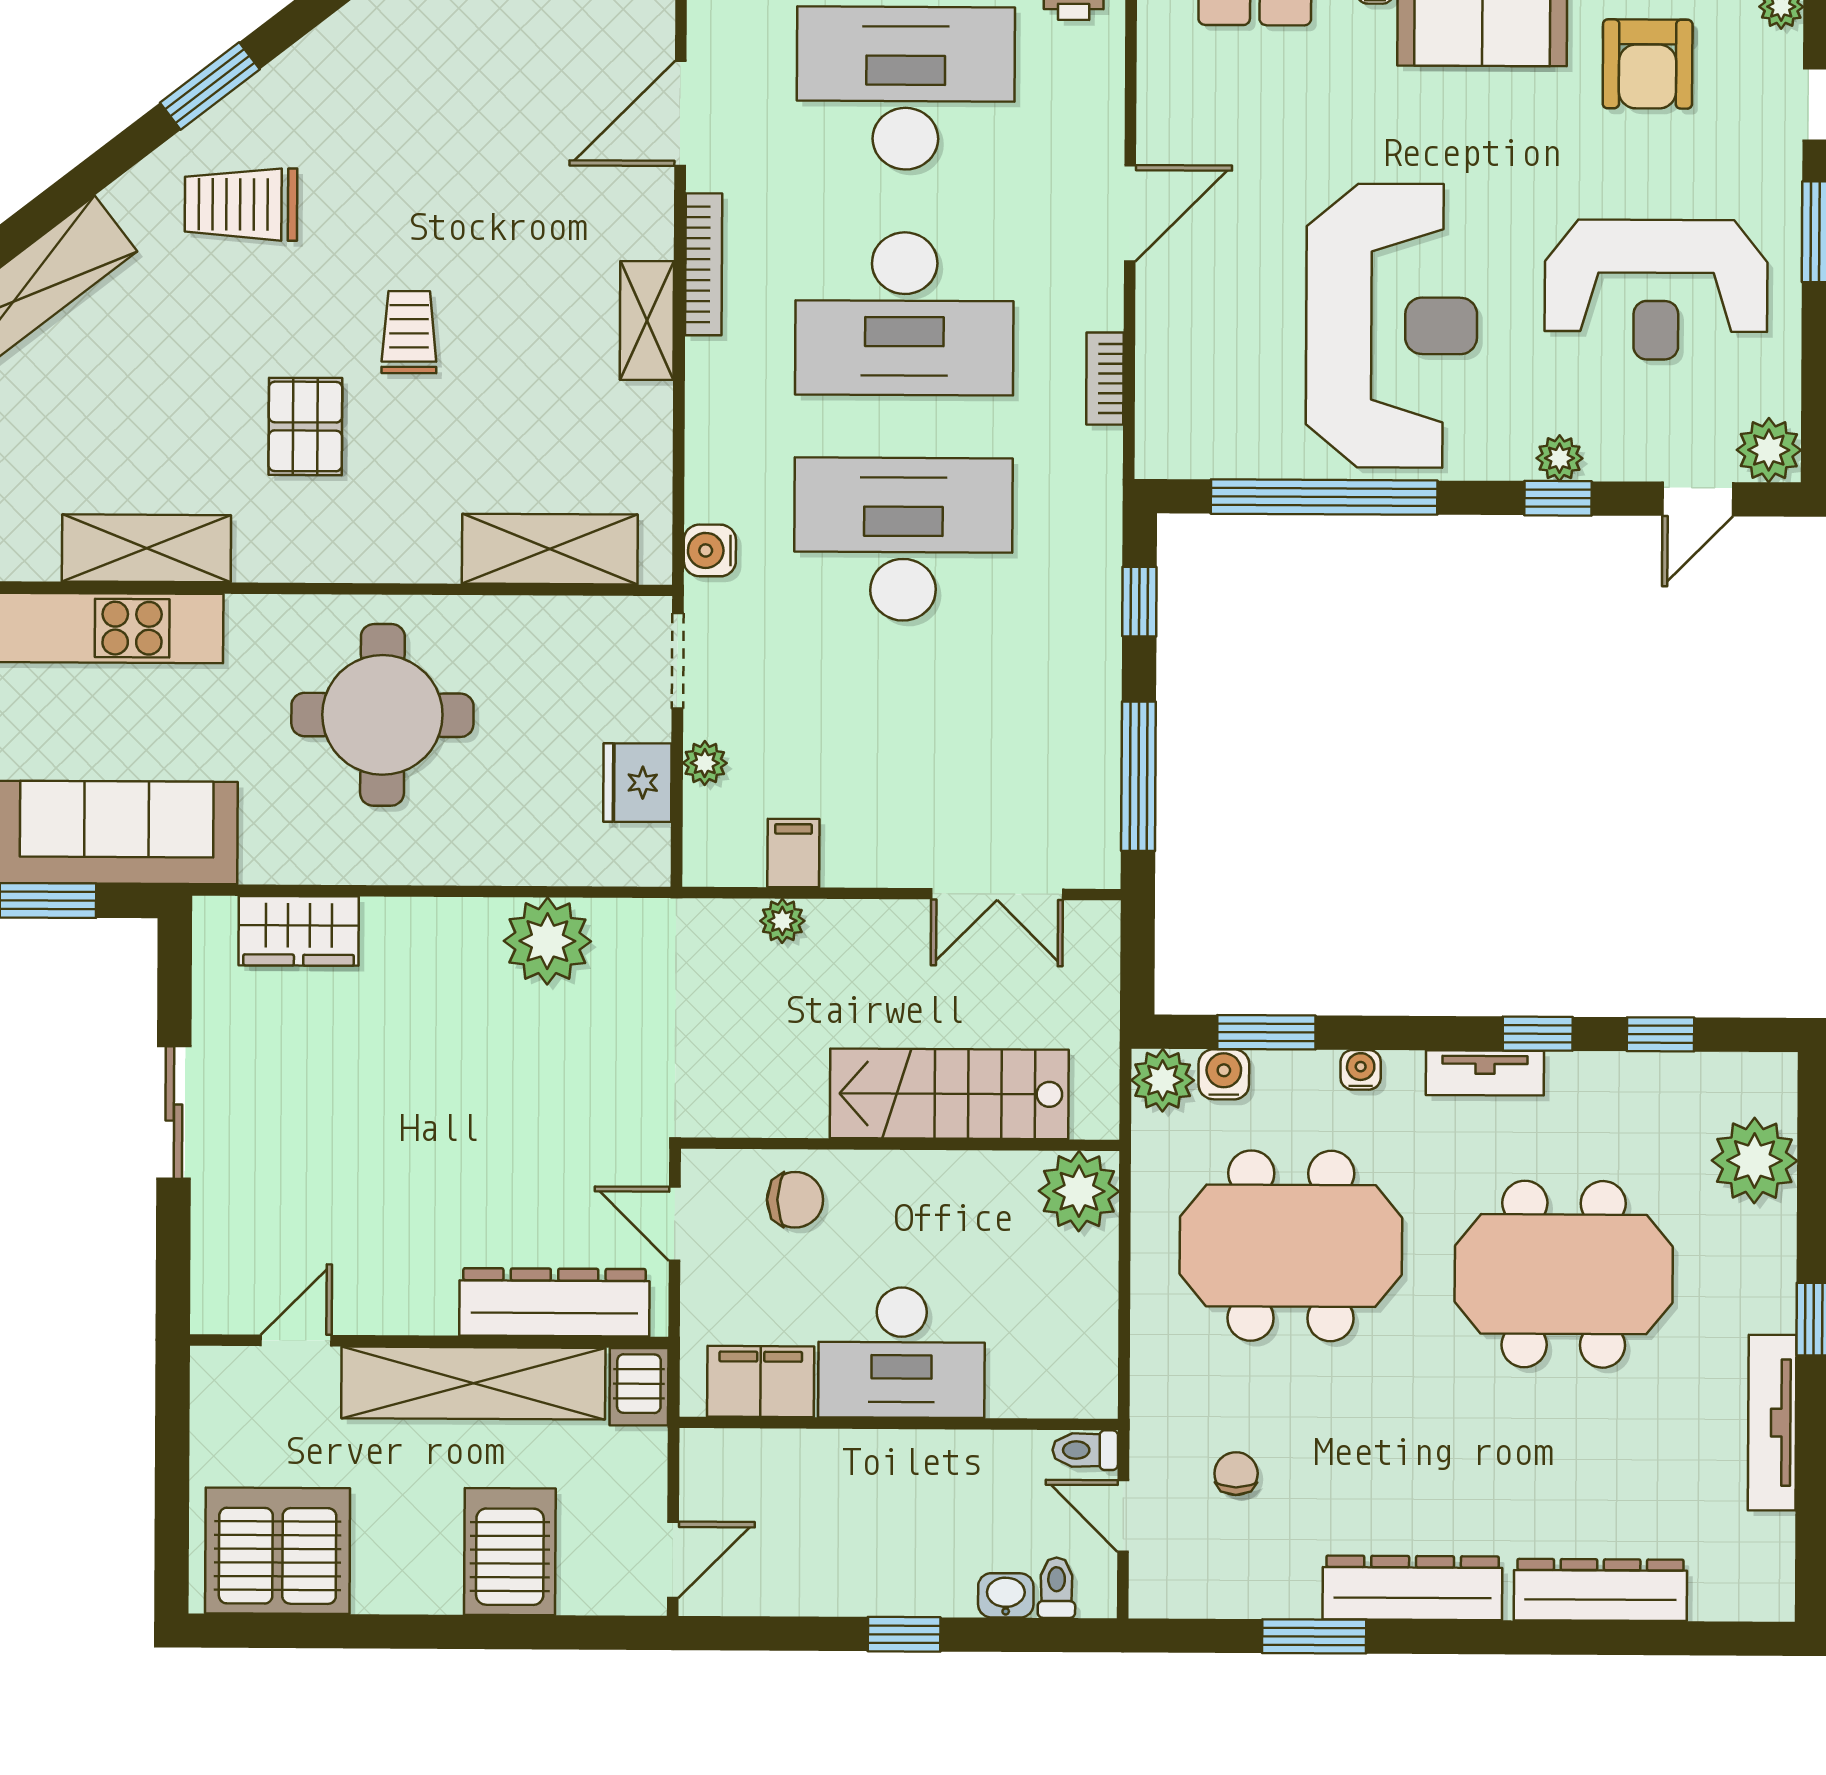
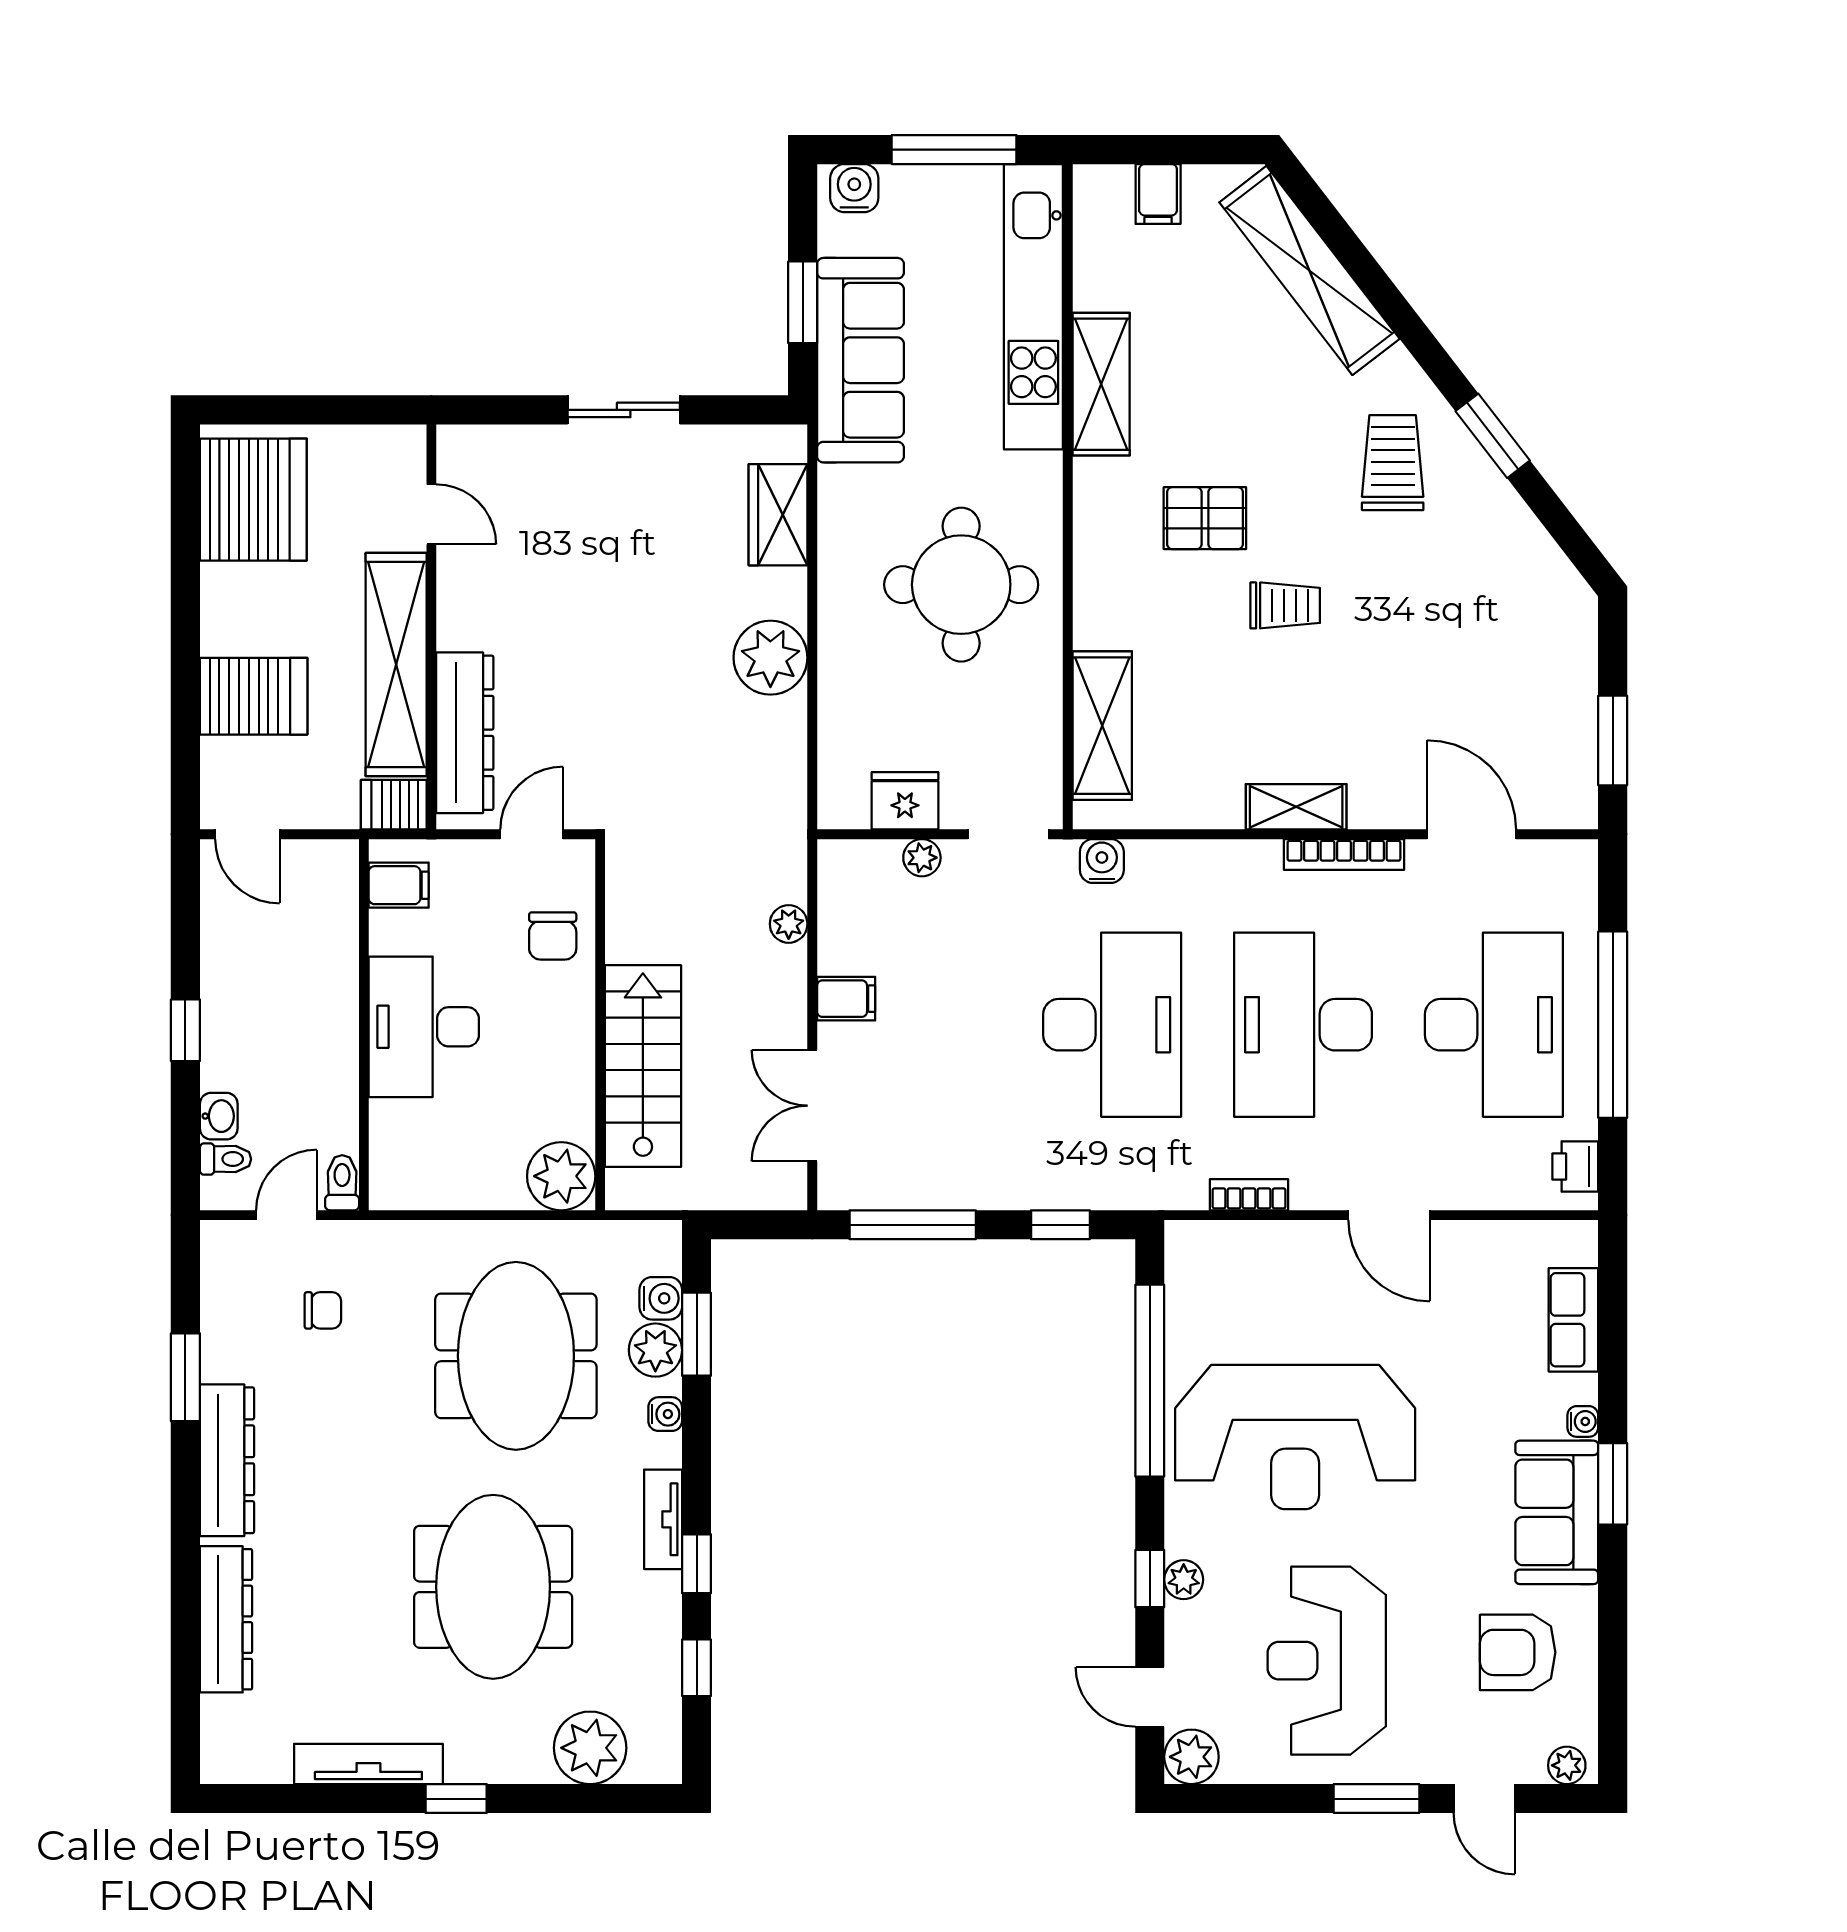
filing cabinet: (793, 853) -> (846, 999), moved
plant: (547, 941) -> (770, 658), moved
plant: (1163, 1080) -> (655, 1350), moved
filing cabinet: (761, 1381) -> (399, 885), width x0.50

